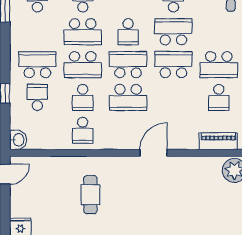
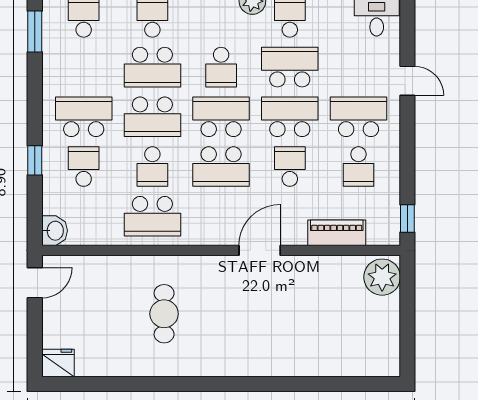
school desk: (219, 65) -> (358, 117), turned 180
school desk: (173, 97) -> (290, 167), added
school desk: (83, 130) -> (152, 216), width x1.85
piano: (218, 141) -> (337, 233), moved

